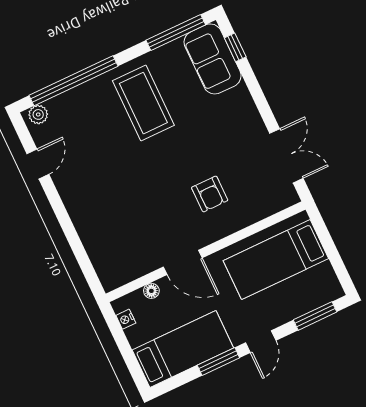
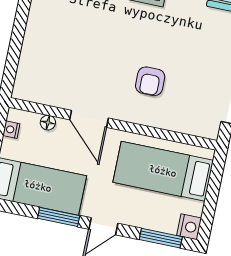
nightstand: (331, 289) -> (189, 227), added

